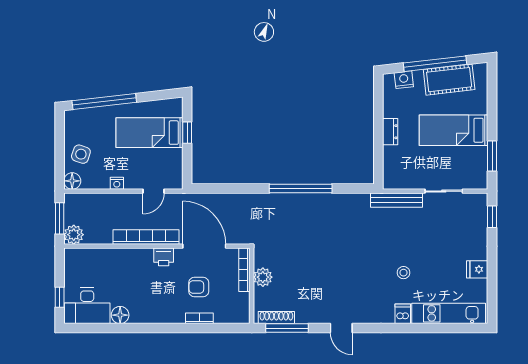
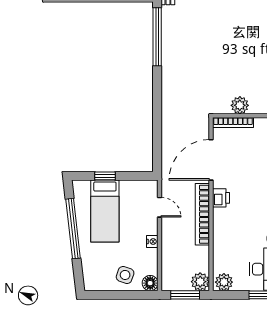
window: (104, 101) -> (73, 229), moved
window: (301, 188) -> (157, 37), moved
plant: (73, 260) -> (224, 282), added
armchair: (199, 287) -> (249, 165), removed

